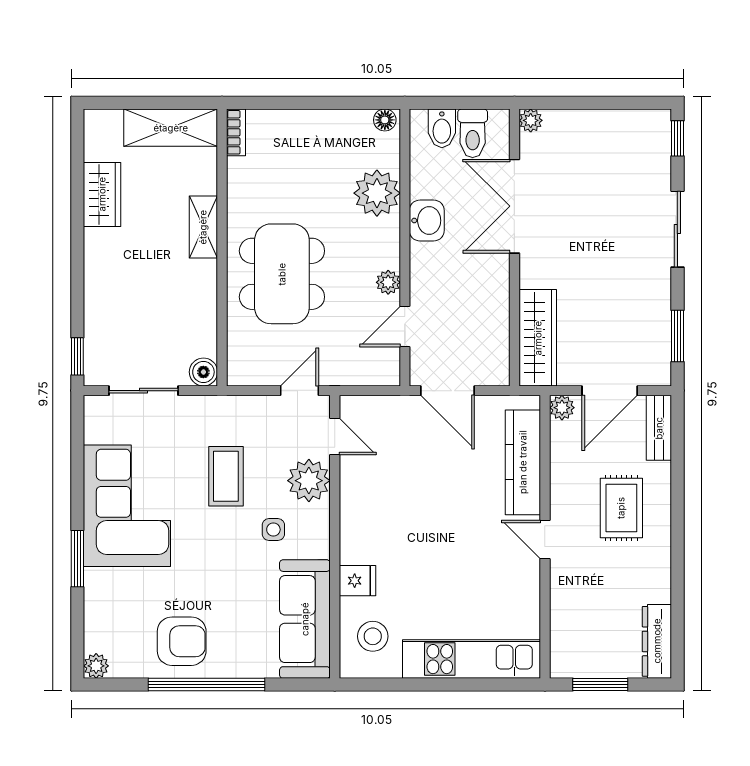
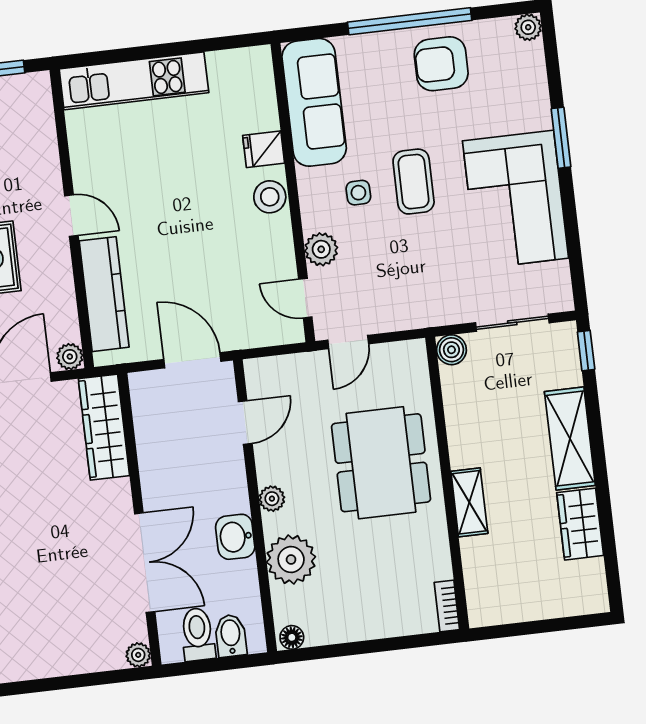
shelving: (171, 128) -> (570, 439), moved, turned 90
plant: (388, 282) -> (272, 499), moved
coffee table: (226, 476) -> (414, 182), moved
plant: (309, 481) -> (321, 249), width x0.73, depth x0.73
stool: (373, 636) -> (270, 197), moved

